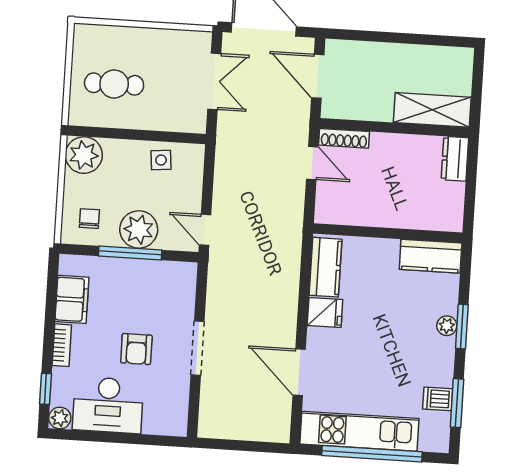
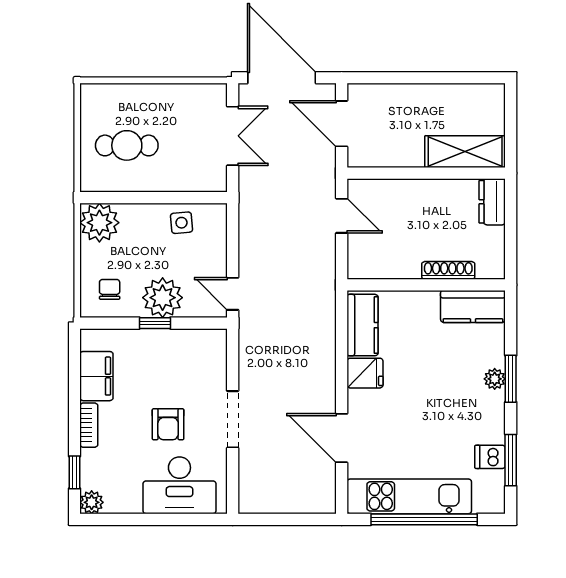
shoe rack: (344, 138) -> (448, 270), moved, turned 180
window: (130, 253) -> (155, 323), width x0.46
desk: (108, 405) -> (179, 485), moved

